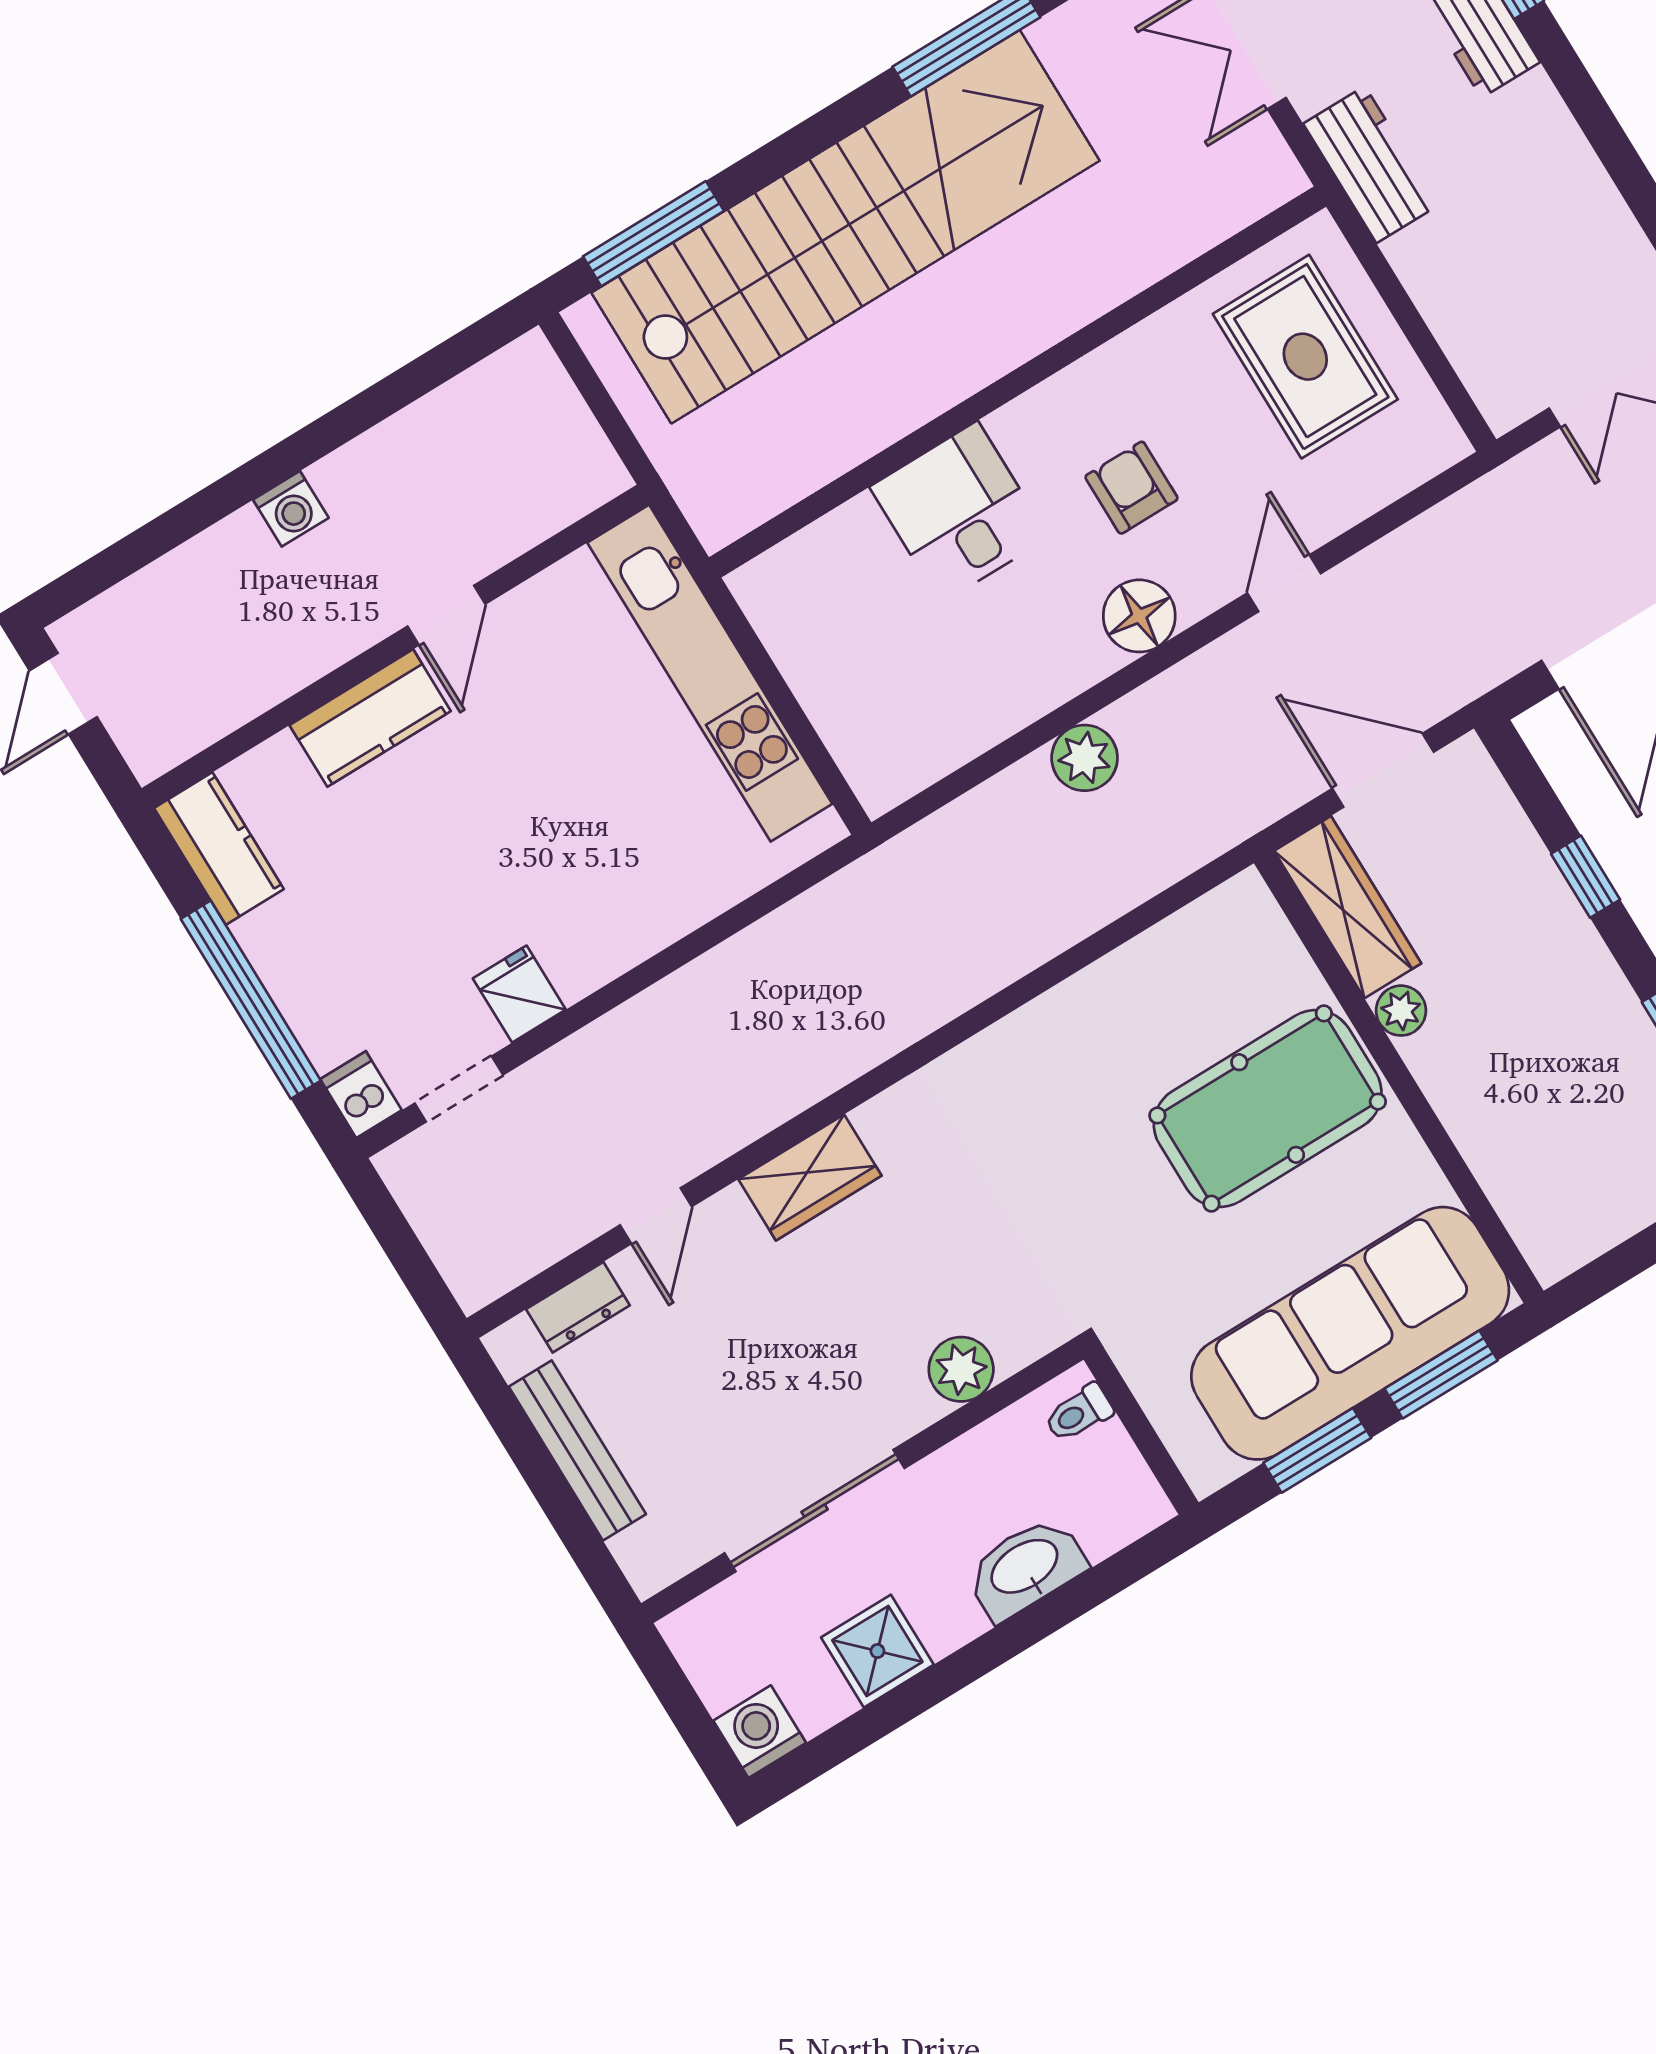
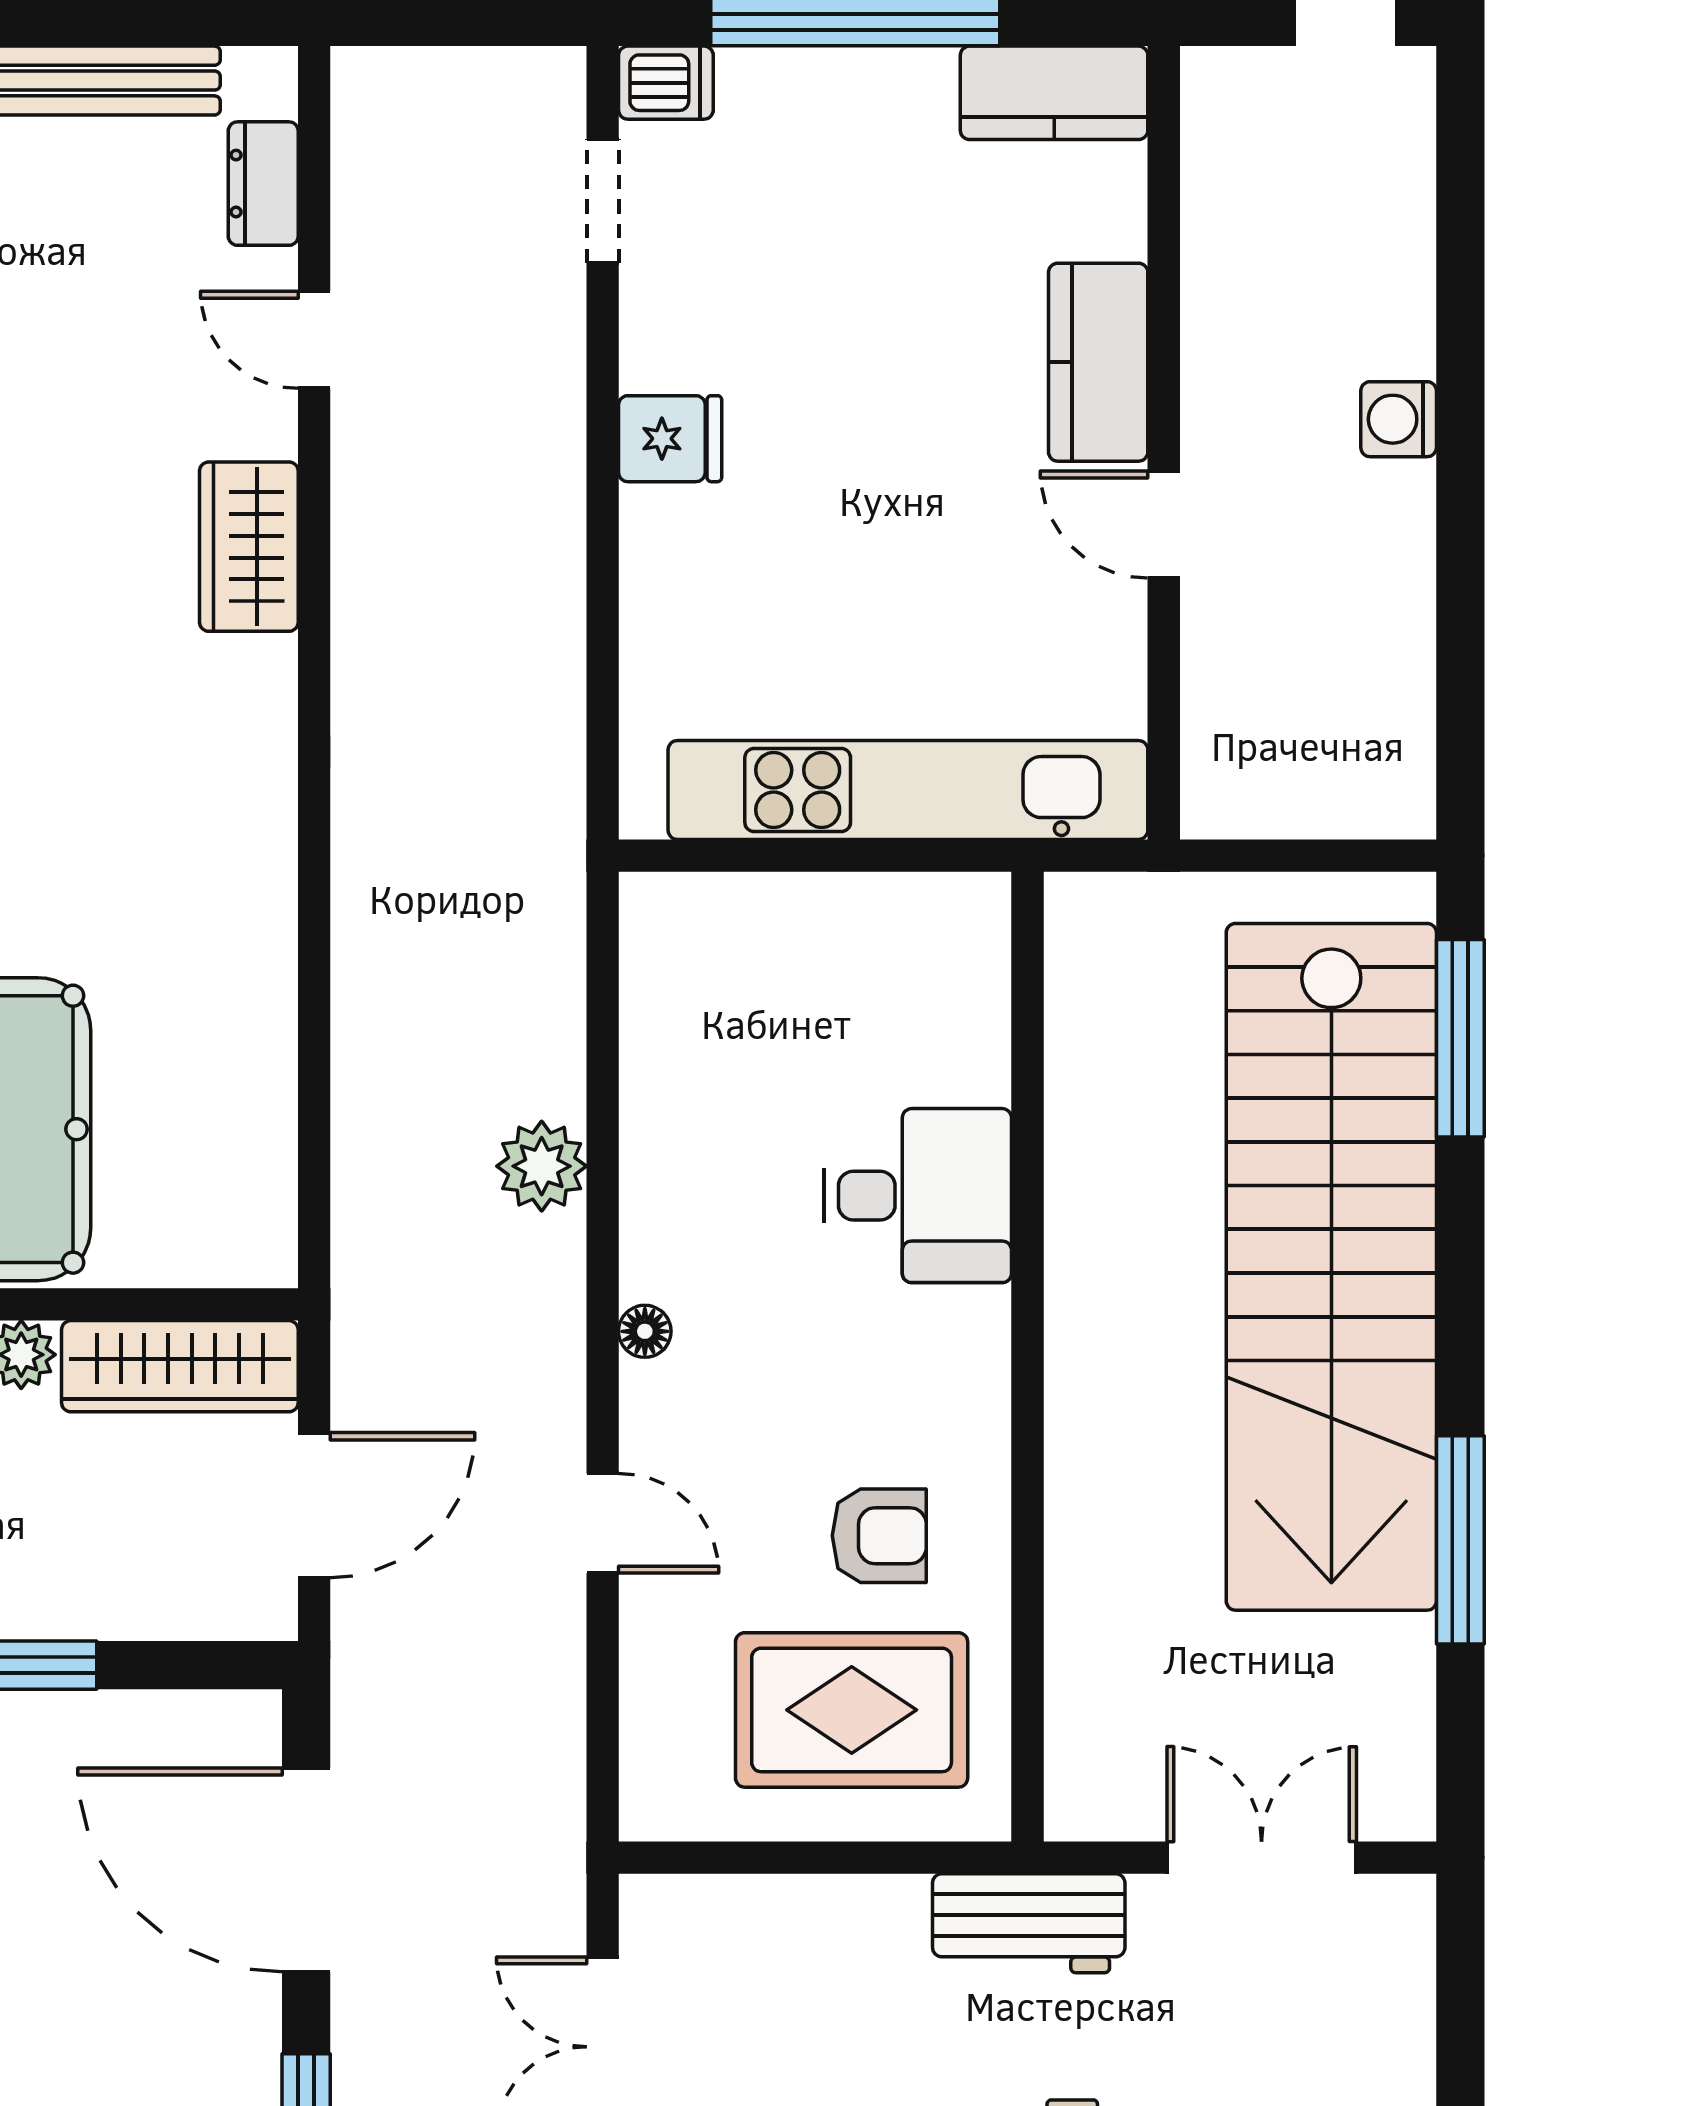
armchair: (1131, 488) -> (879, 1536), moved
floor lamp: (1139, 616) -> (645, 1331), width x0.53, depth x0.53
fridge: (519, 994) -> (670, 439), moved

